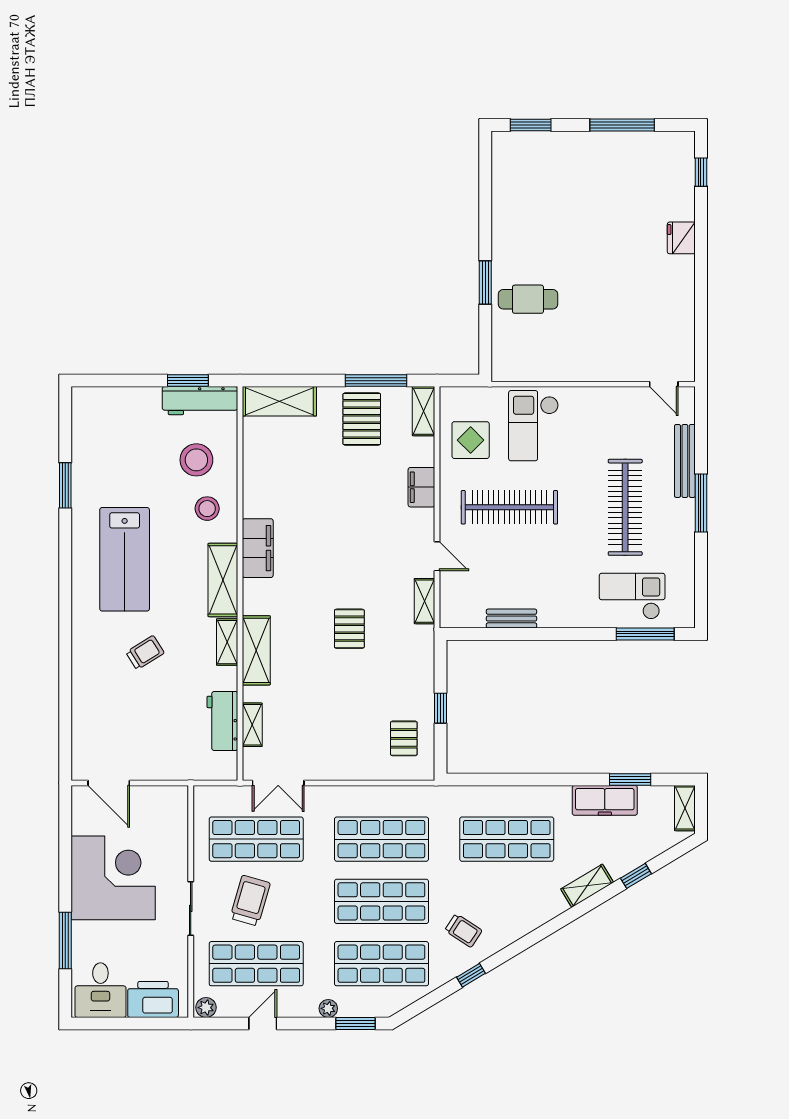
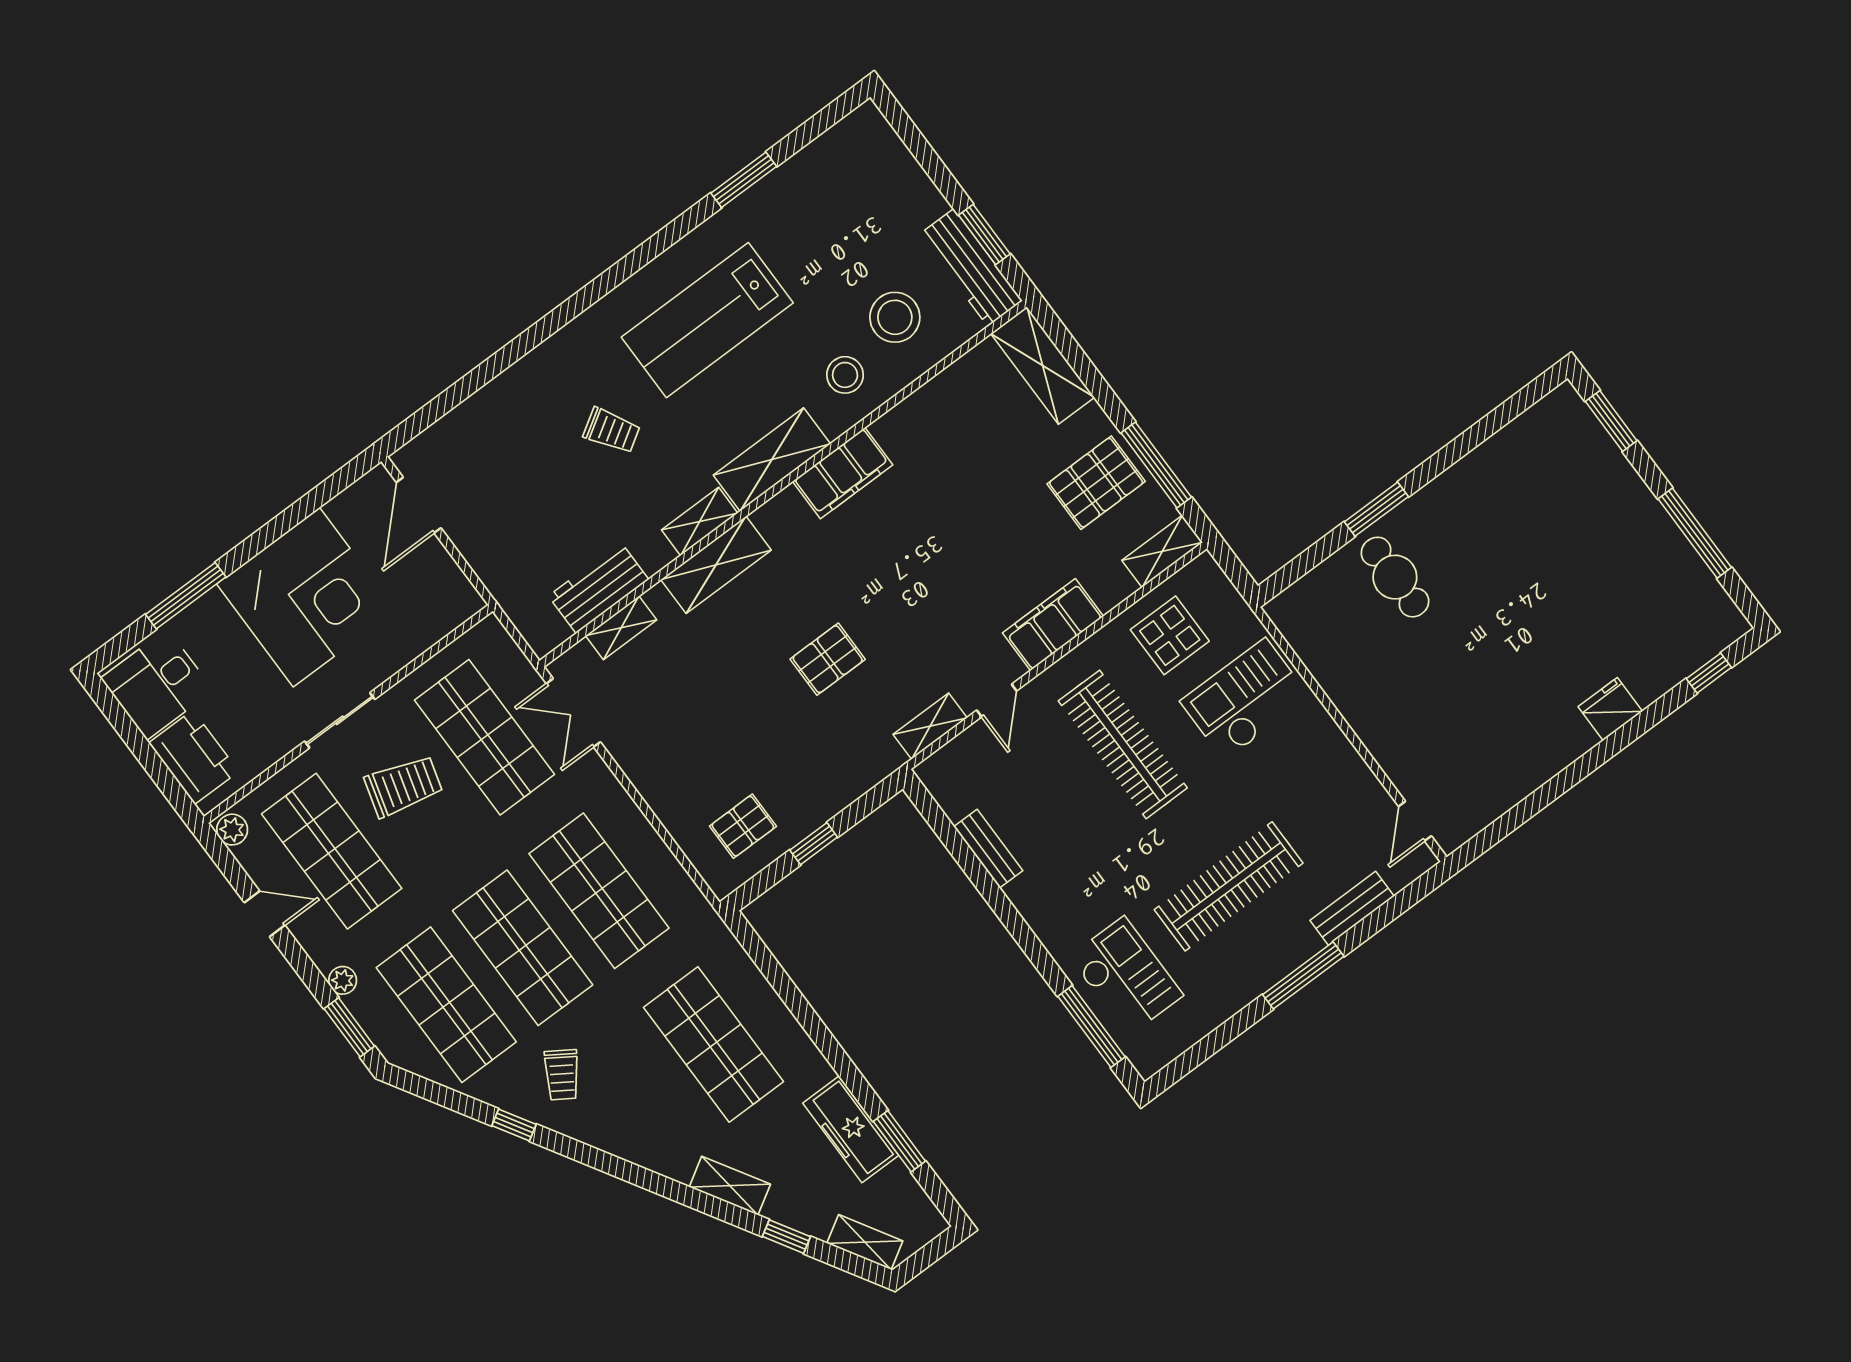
bench: (685, 461) -> (1352, 908), width x0.73
filing cabinet: (421, 487) -> (1053, 625), width x1.50, depth x1.17
shelving: (685, 808) -> (865, 1242), moved, turned 59

